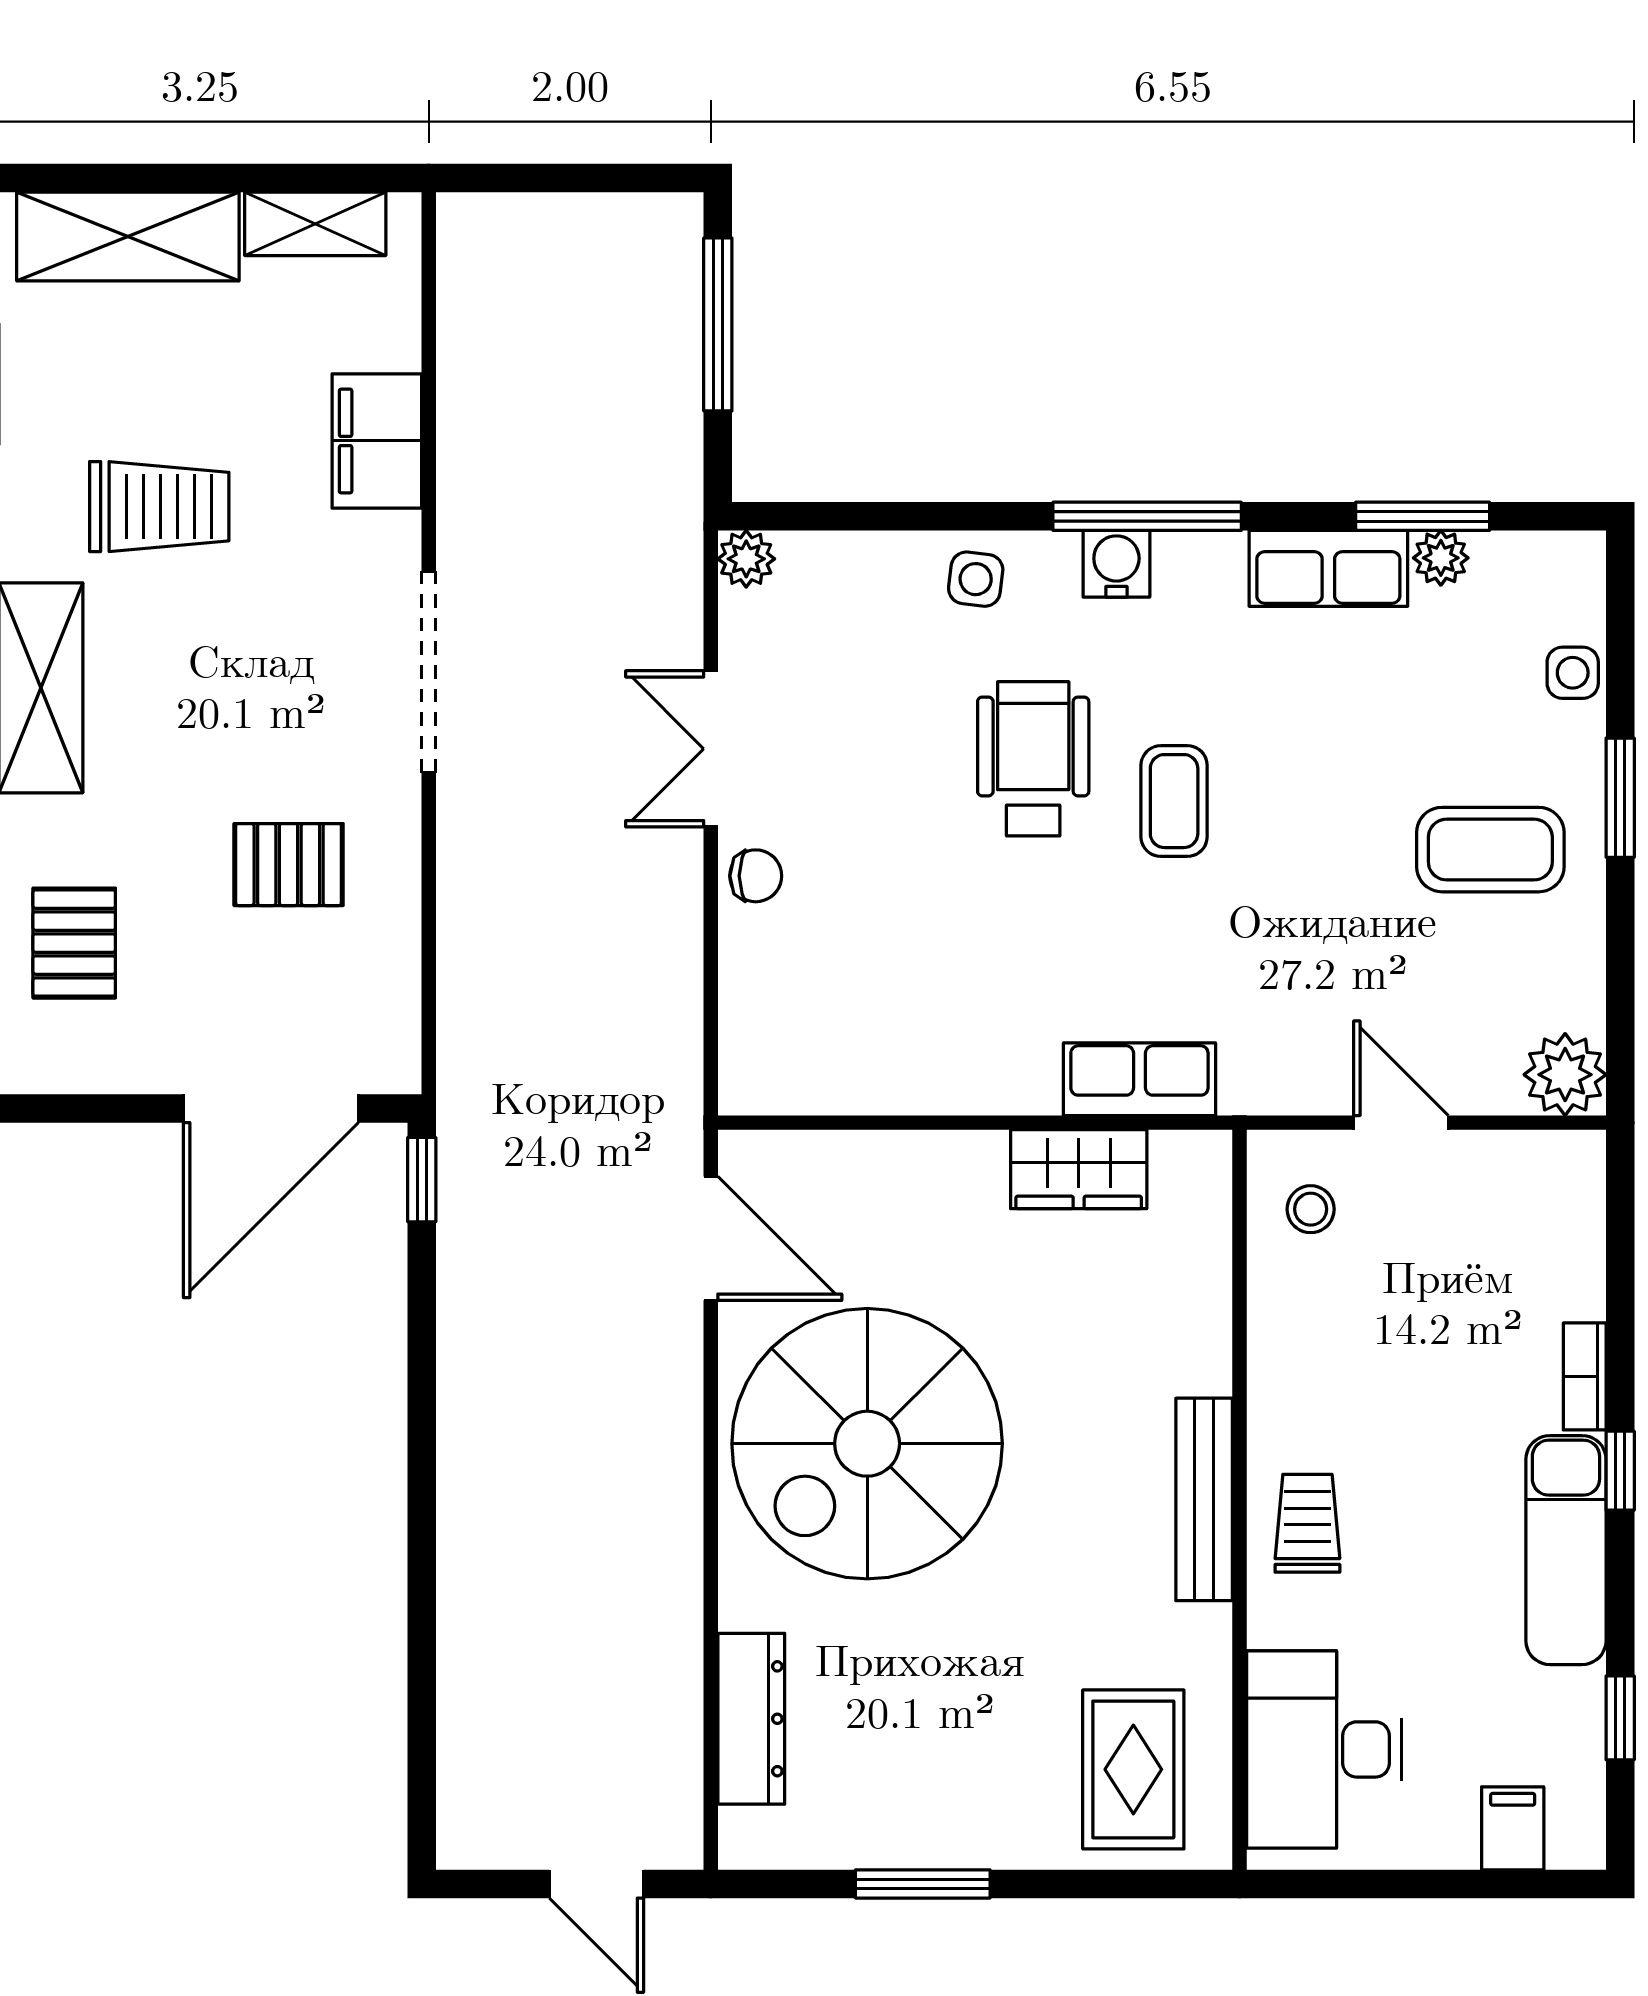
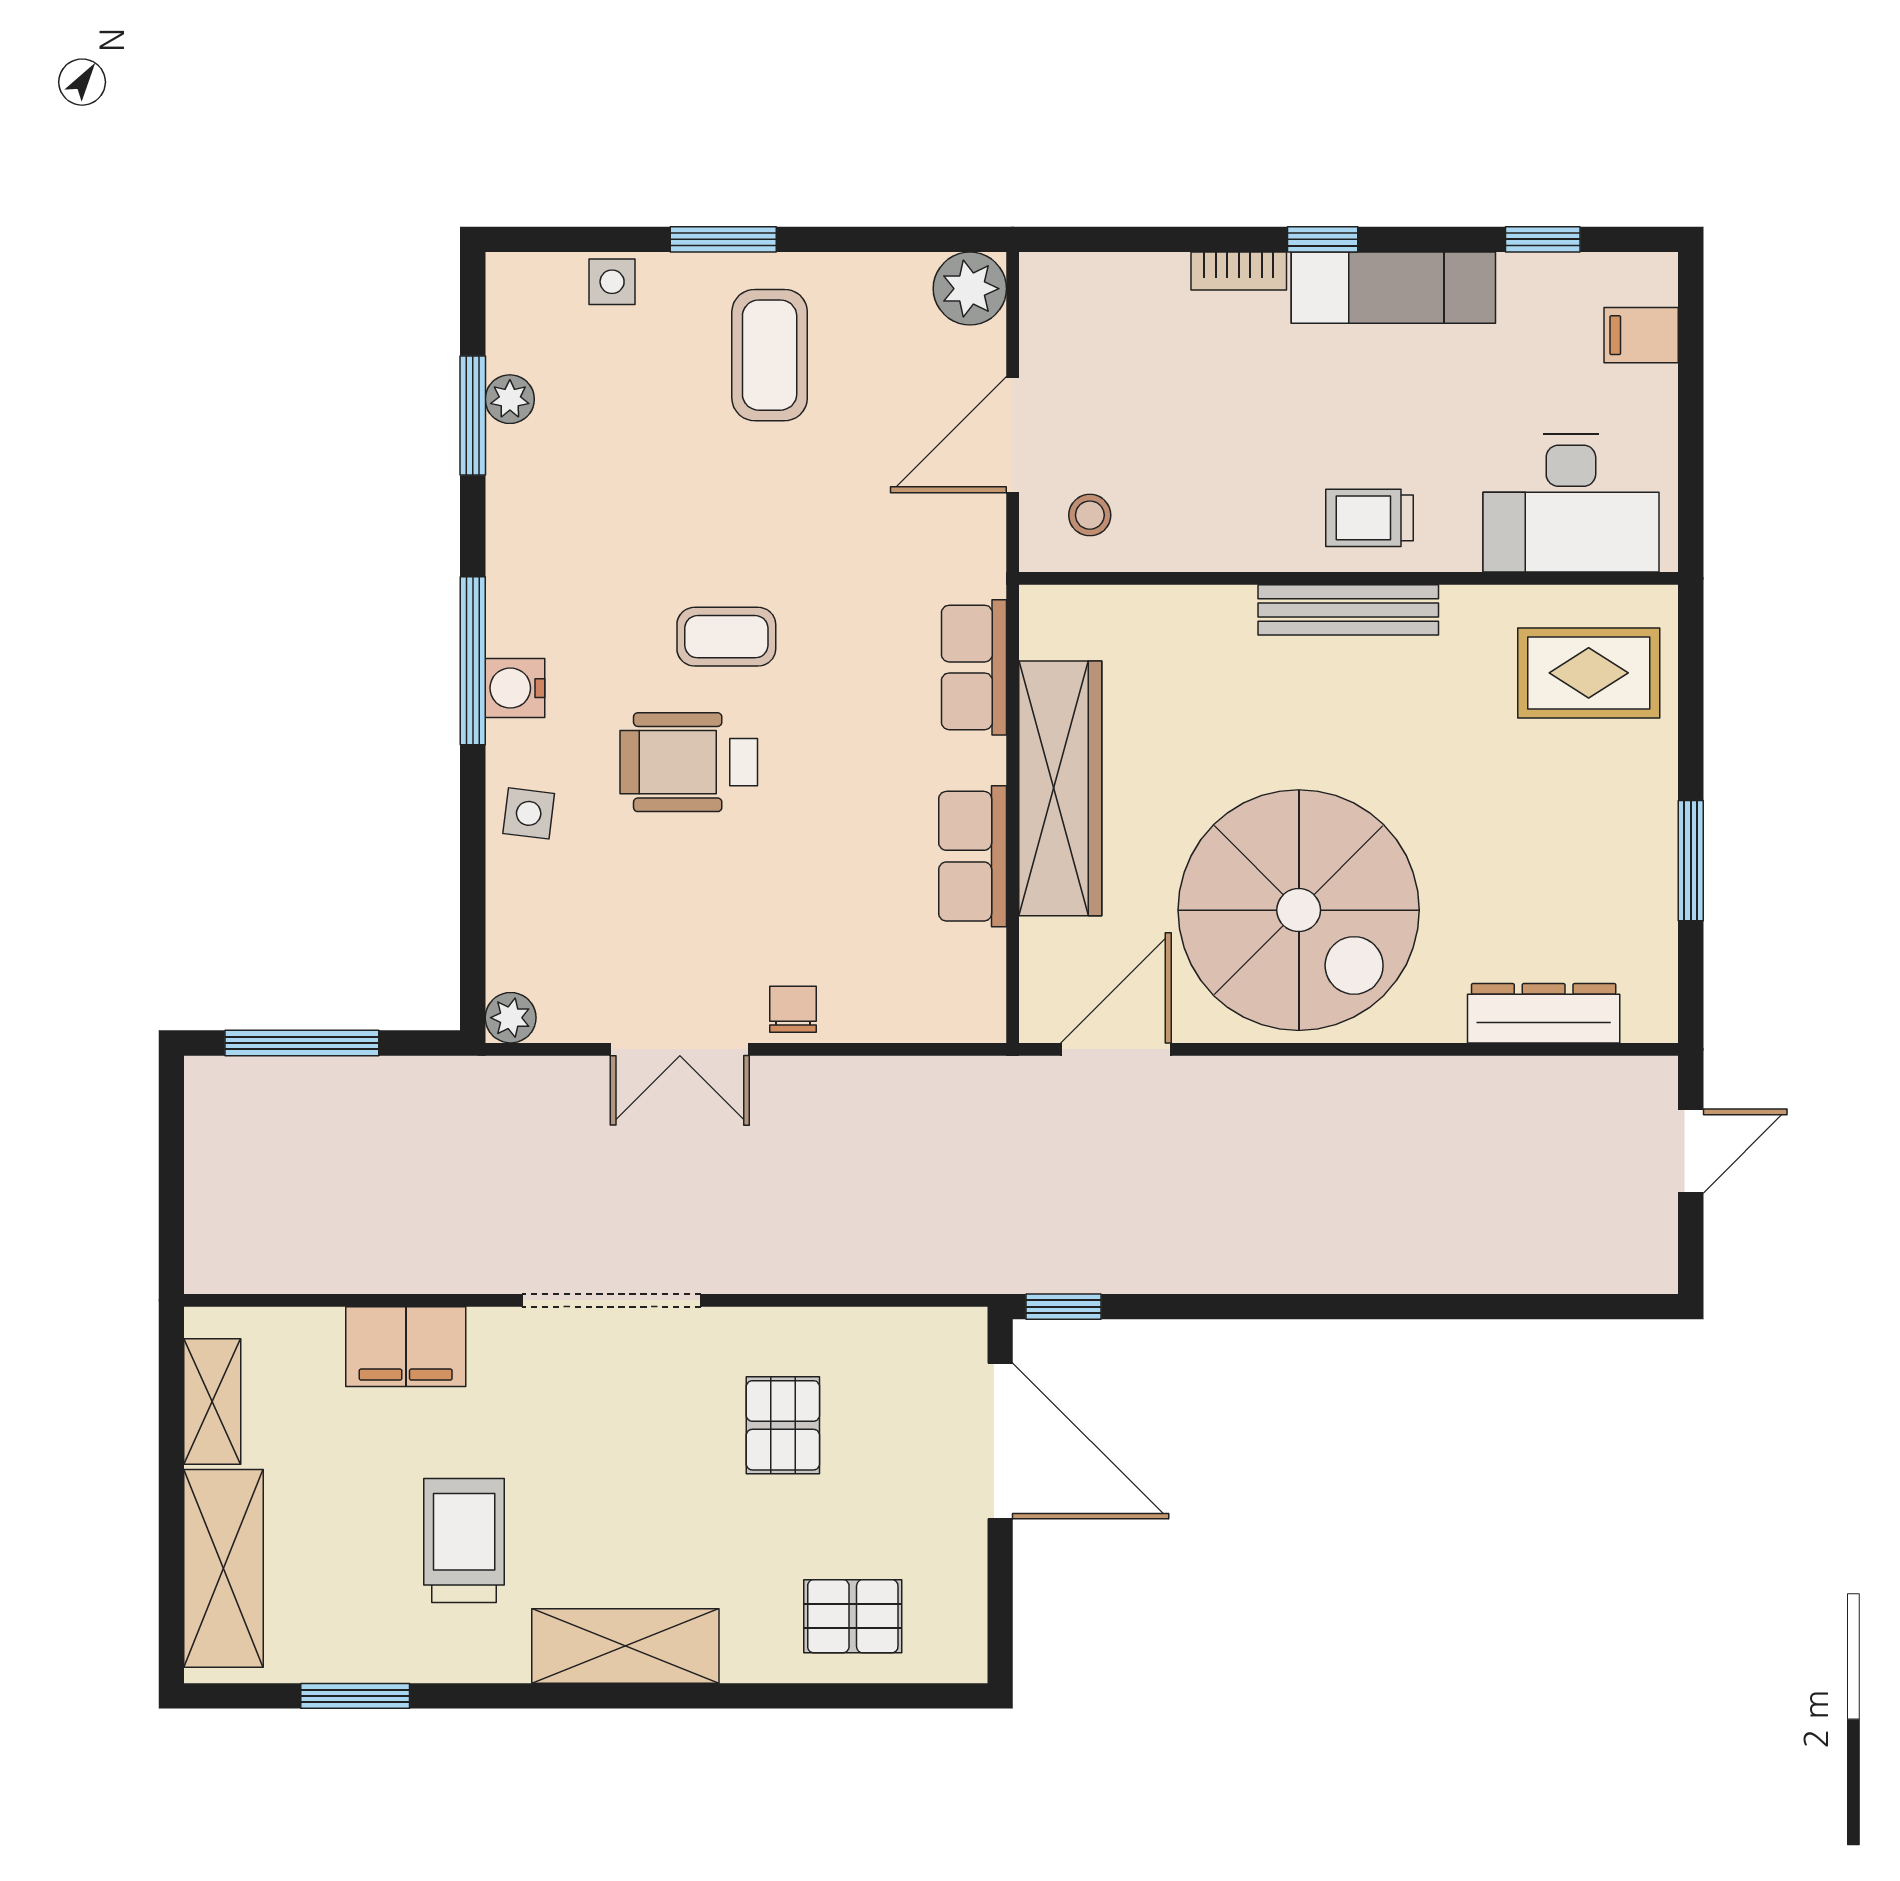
row of seats: (1328, 568) -> (973, 856), moved, turned 180
door: (1401, 1123) -> (1013, 435), width x1.38
wardrobe: (1079, 1169) -> (1060, 788), width x2.10, depth x1.17

